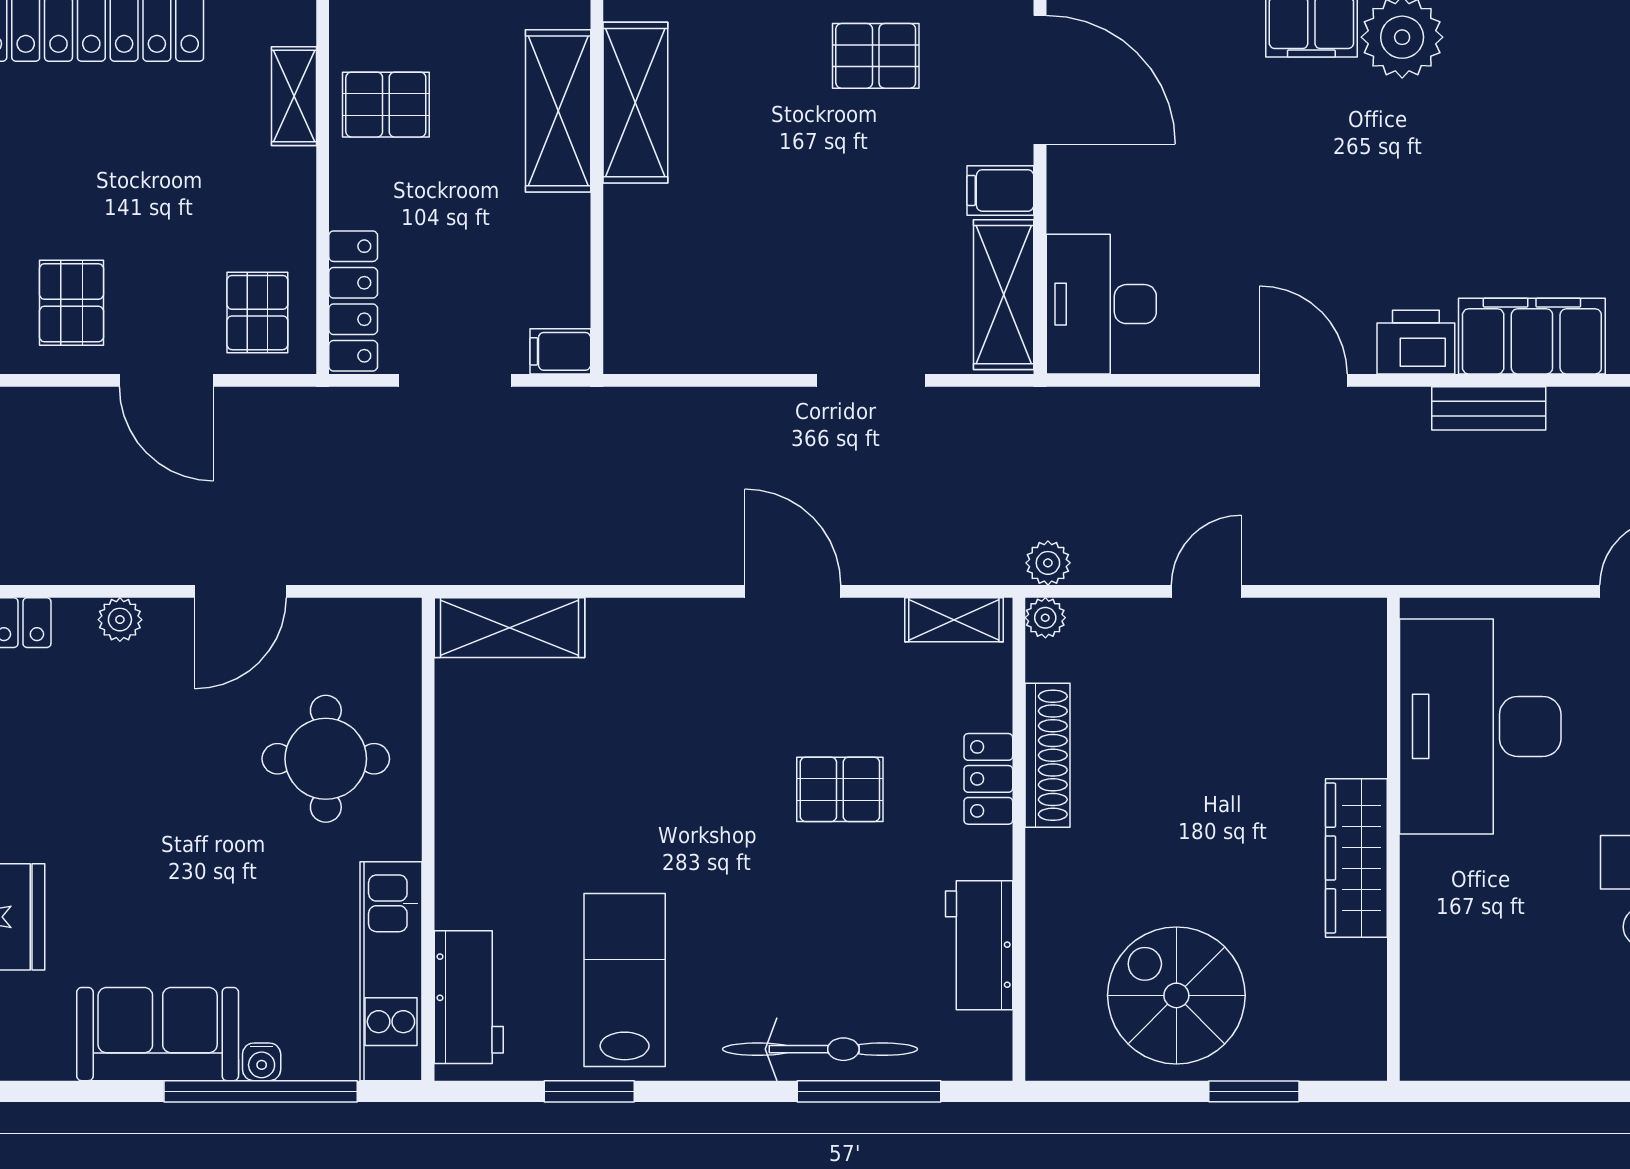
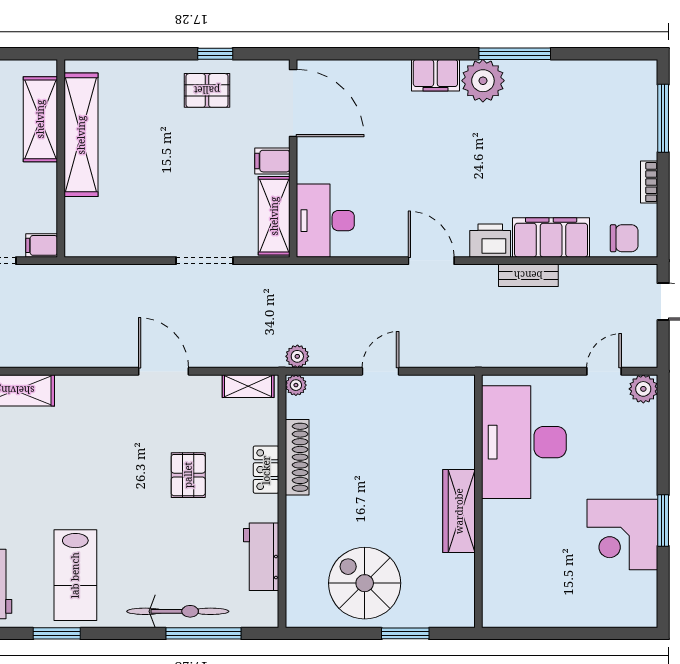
shelving: (635, 103) -> (81, 135), width x1.47
pallet: (840, 789) -> (188, 475), turned 90
lab bench: (625, 980) -> (75, 575), turned 180

